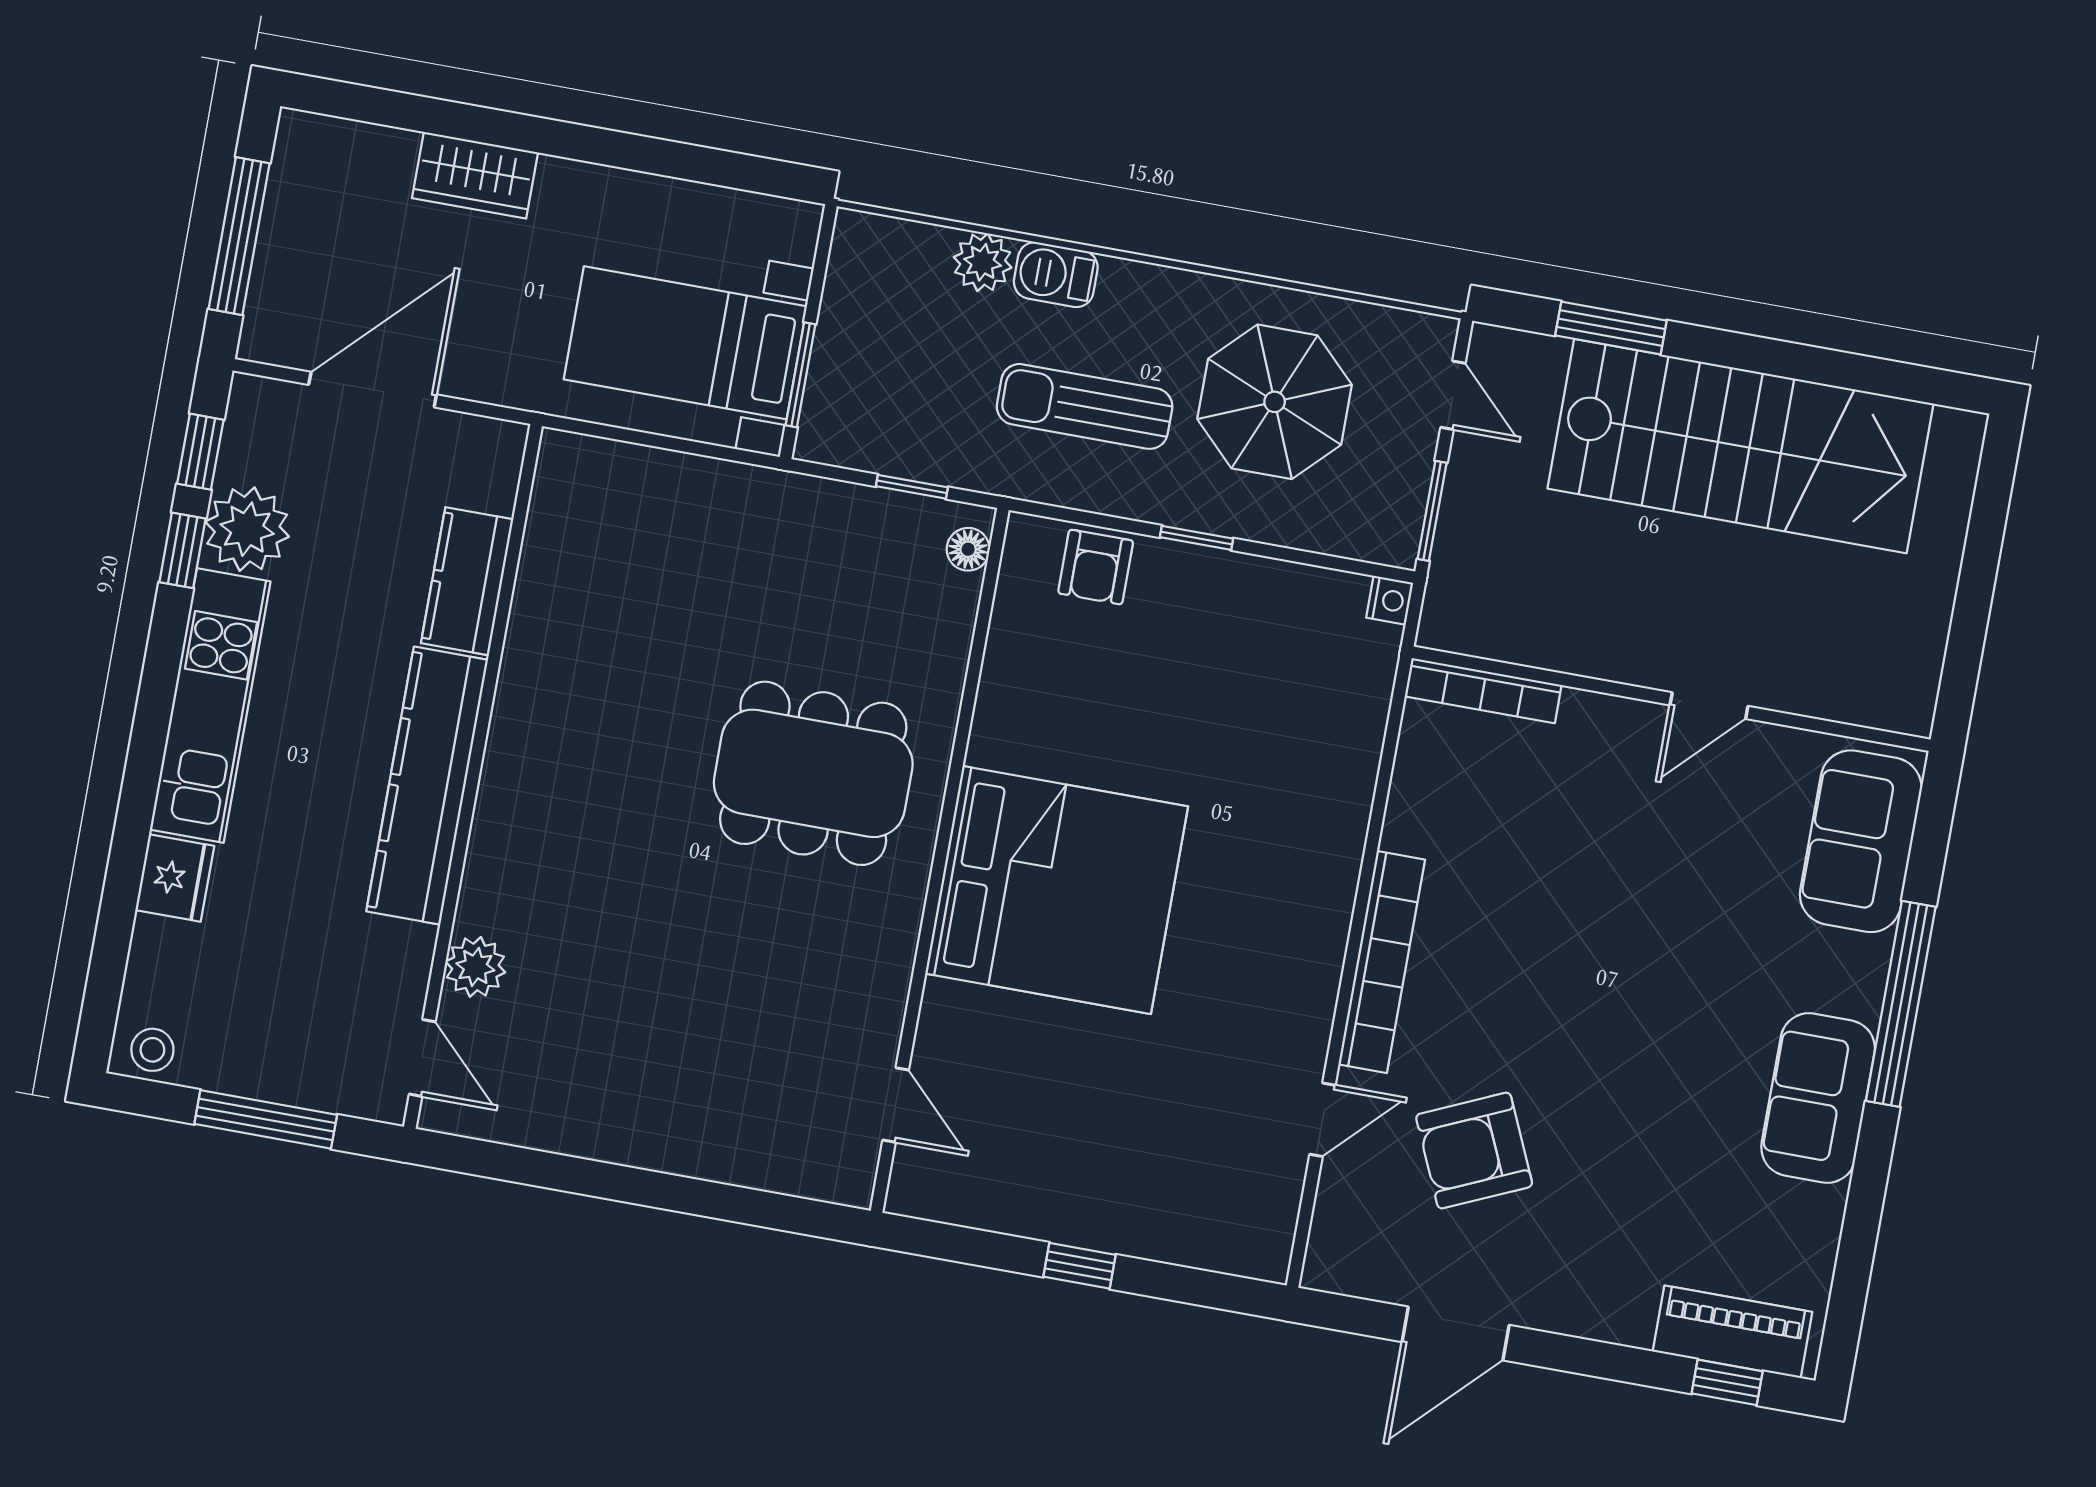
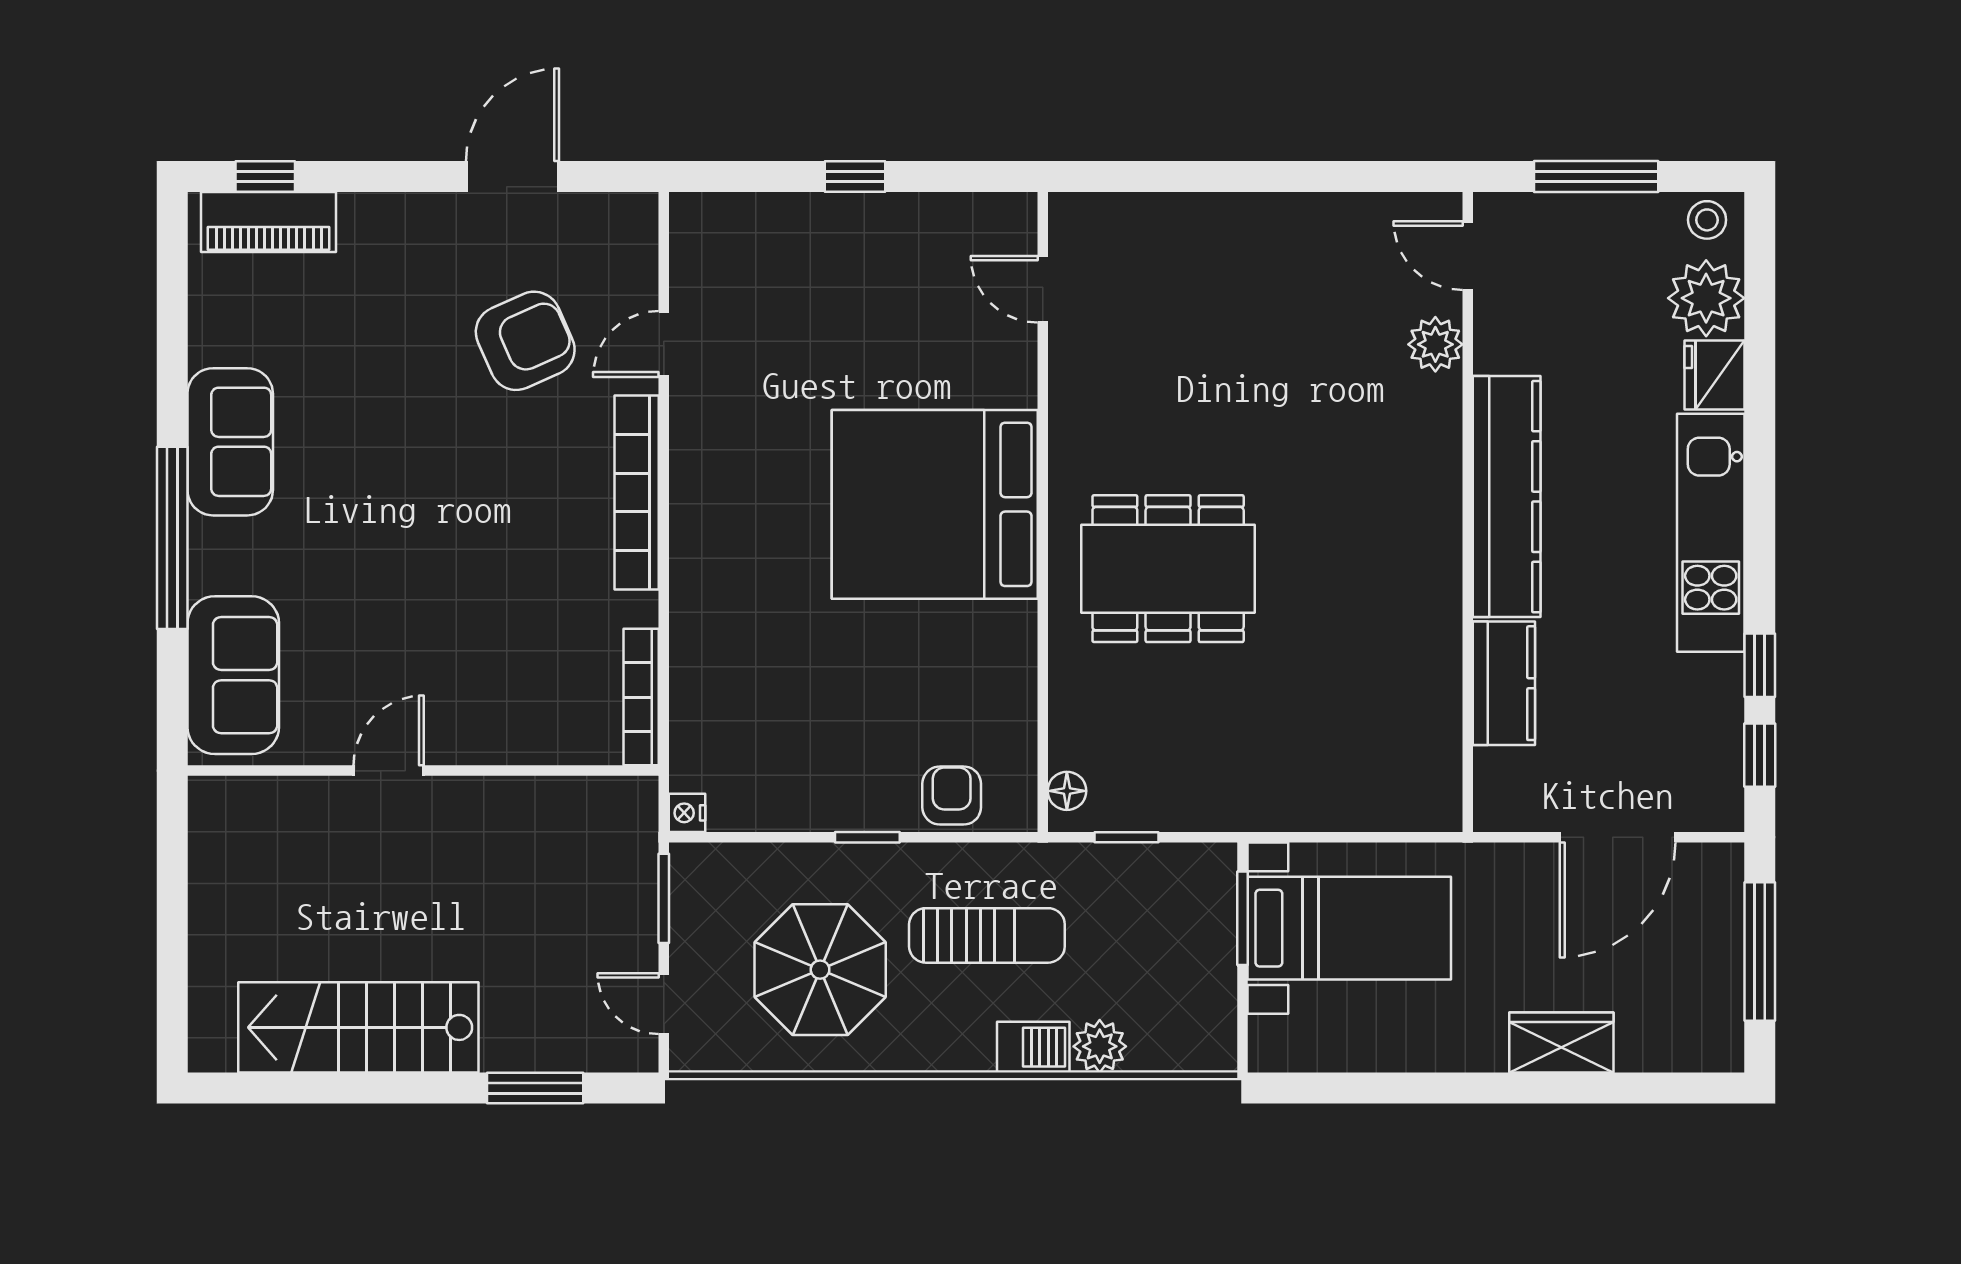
stairs: (1740, 446) -> (358, 1027), width x0.73, depth x0.66
plant: (247, 529) -> (1706, 298), moved
bookcase: (1483, 691) -> (641, 697), moved, turned -90

